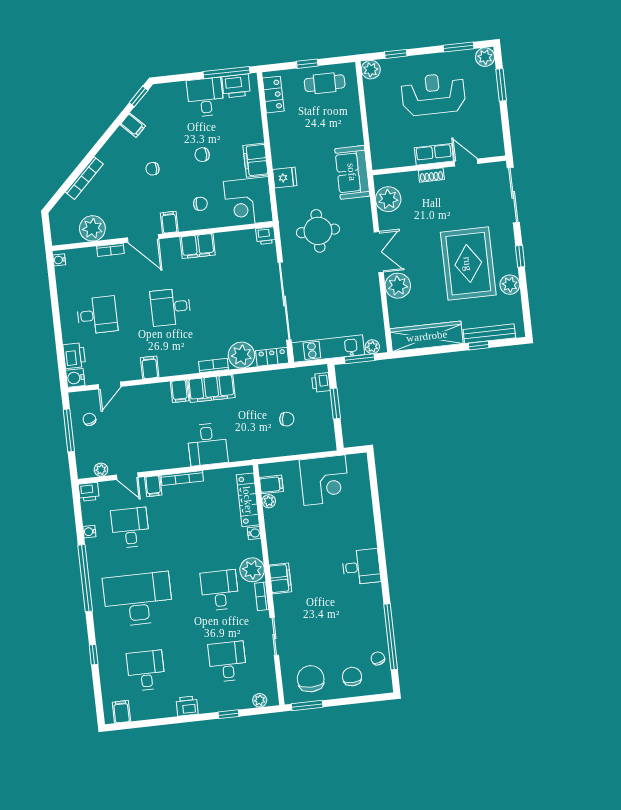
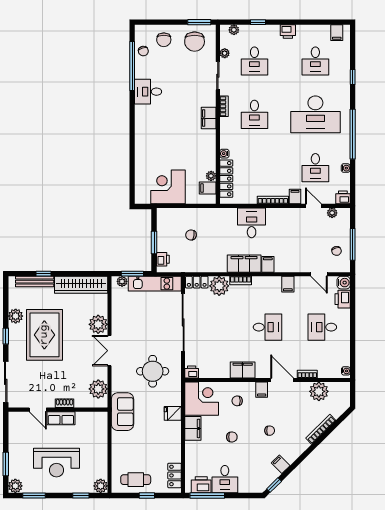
door: (109, 385) -> (319, 274), swing flipped
desk: (361, 567) -> (148, 92), moved
plant: (252, 570) -> (225, 53), moved, width x0.53, depth x0.53

